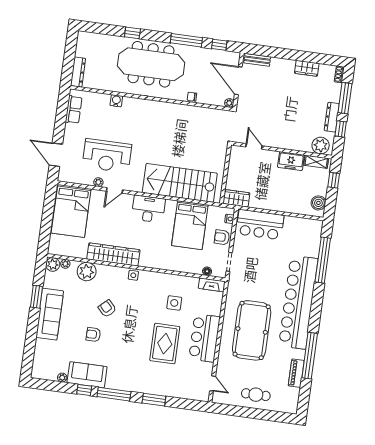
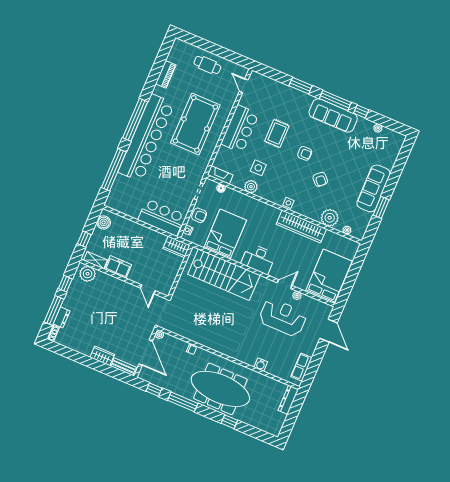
wardrobe: (307, 68) -> (102, 356), moved
dresser: (332, 117) -> (62, 317), moved, width x0.70
plant: (53, 264) -> (251, 187), moved
armchair: (93, 334) -> (305, 153), moved
rug: (165, 344) -> (277, 134), width x0.73, depth x0.70
window: (310, 356) -> (135, 120), moved
sofa: (87, 375) -> (333, 115), moved, width x1.36

